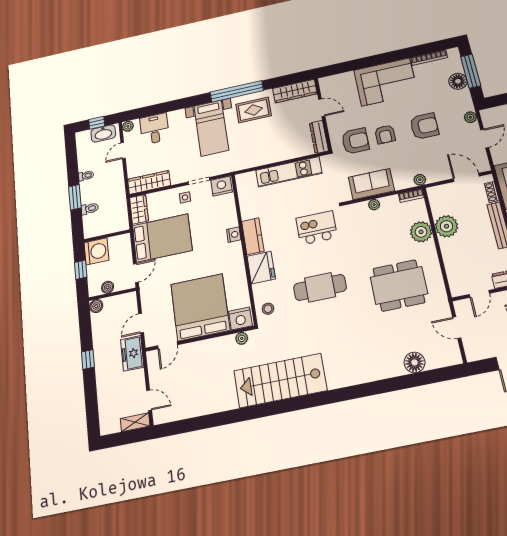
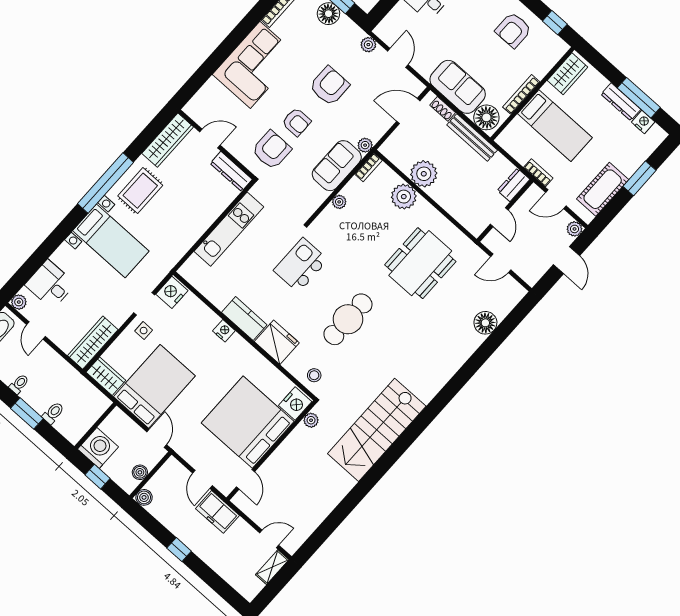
sofa: (371, 184) -> (337, 166), moved

